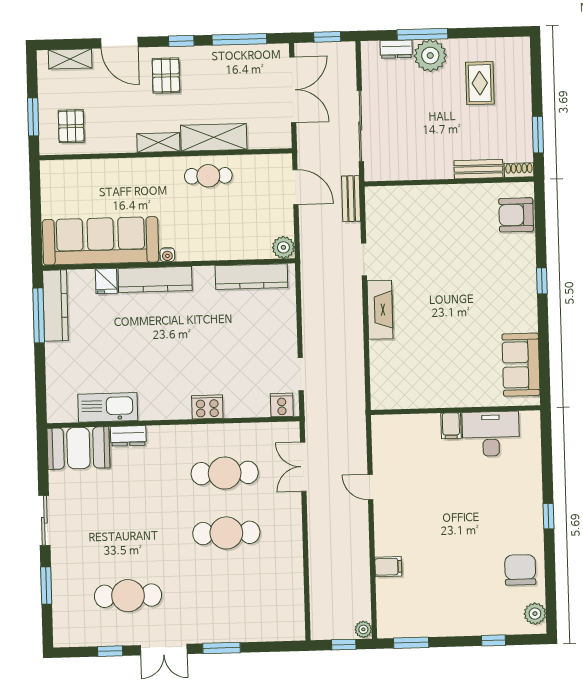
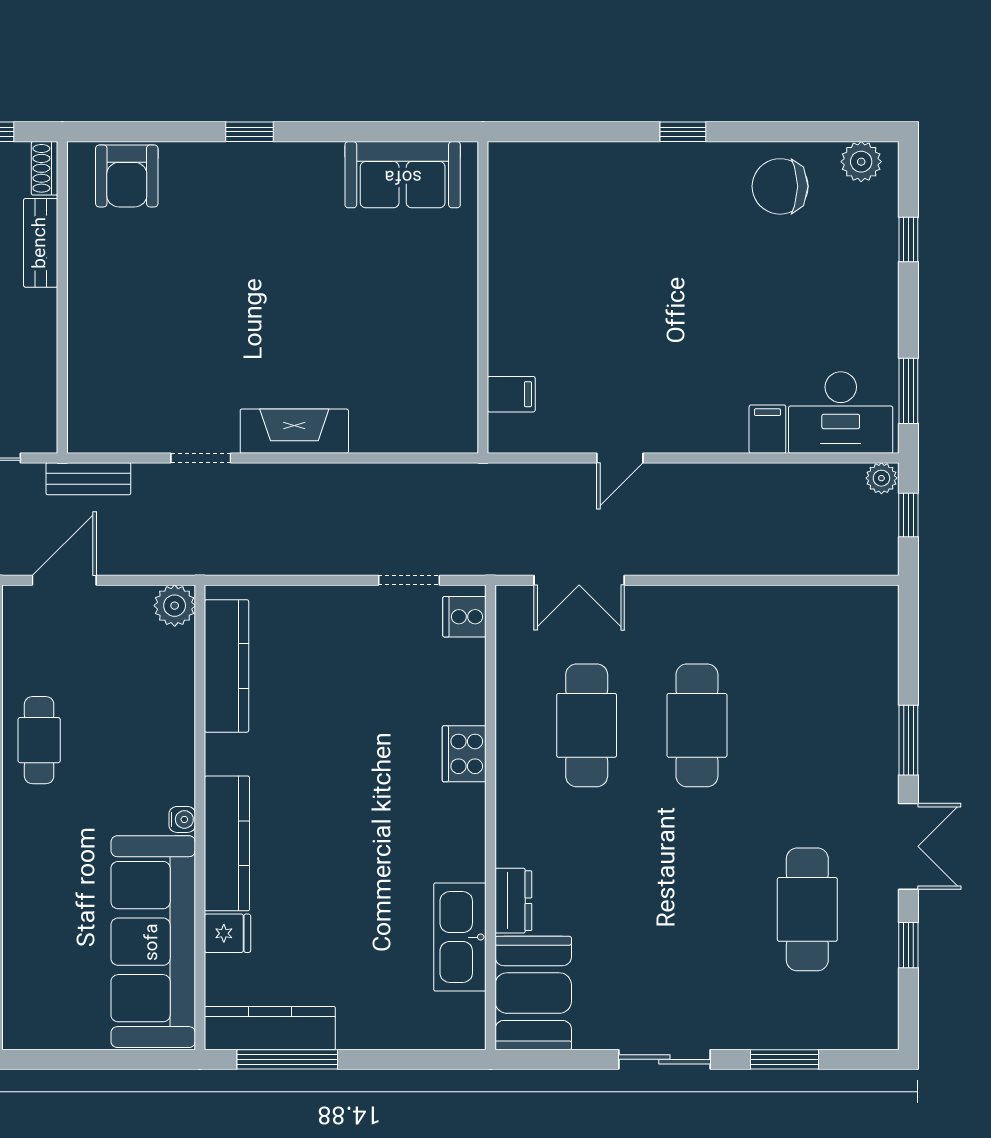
filing cabinet: (451, 426) -> (511, 394), moved
desk: (491, 434) -> (841, 413), moved, turned -90

